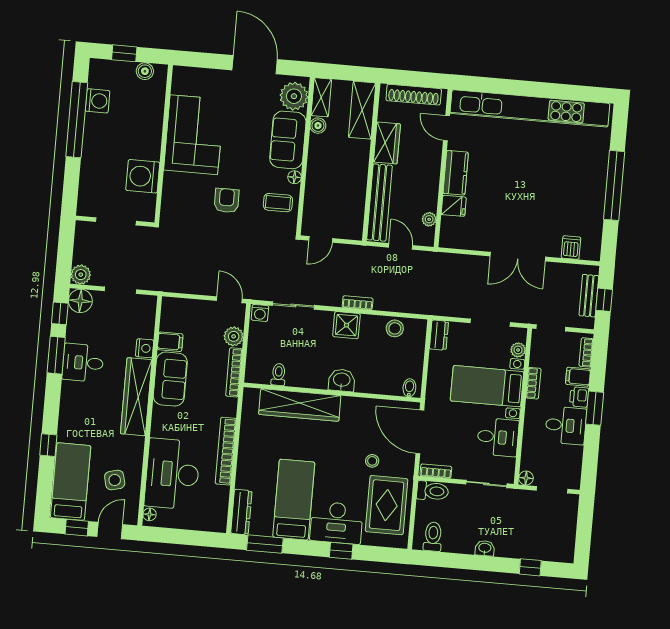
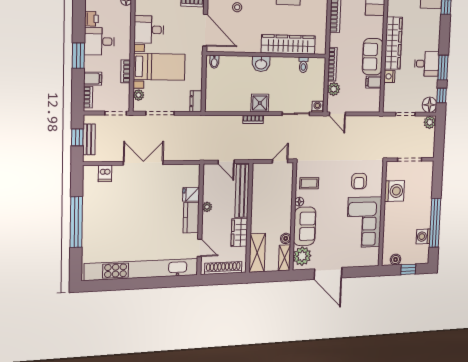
armchair: (227, 201) -> (359, 181), moved
plant: (429, 219) -> (207, 207), moved
stool: (395, 328) -> (227, 103), removed
printer: (579, 397) -> (91, 19), moved

